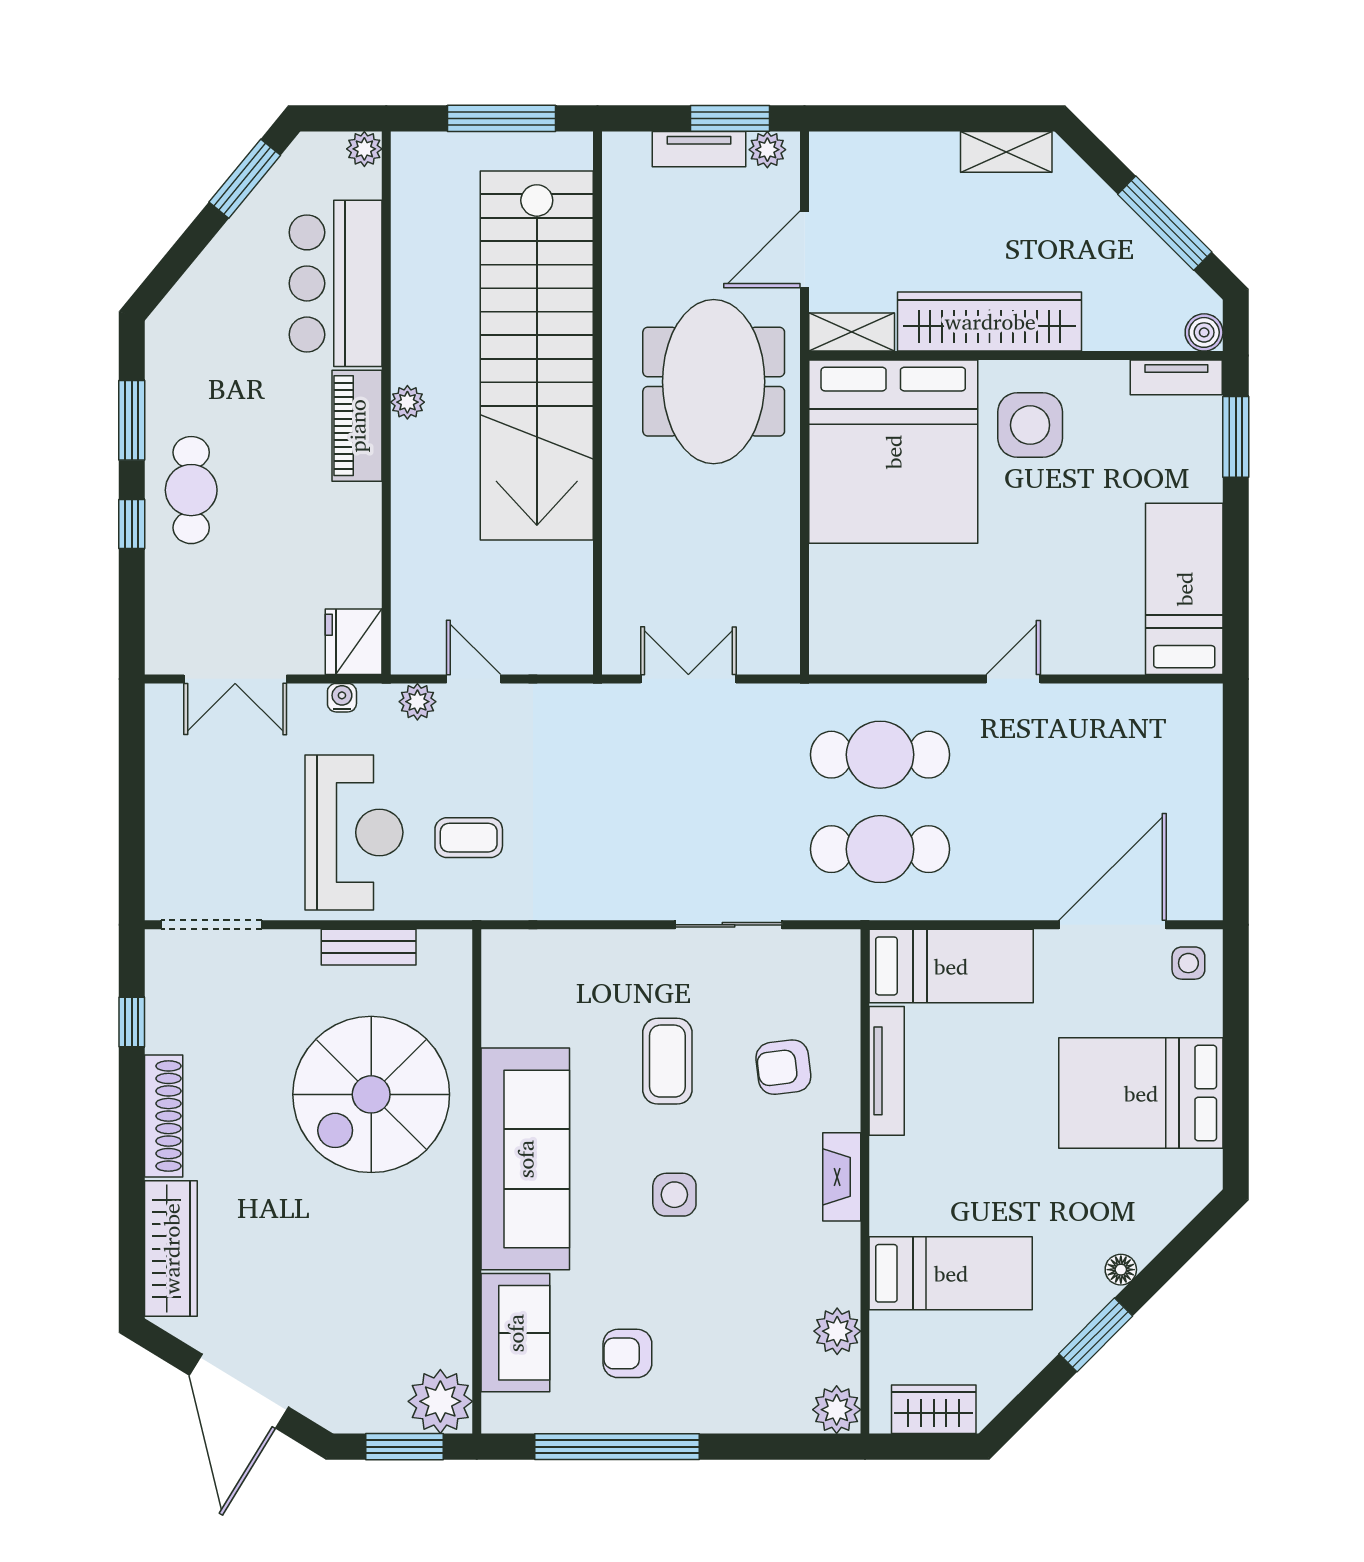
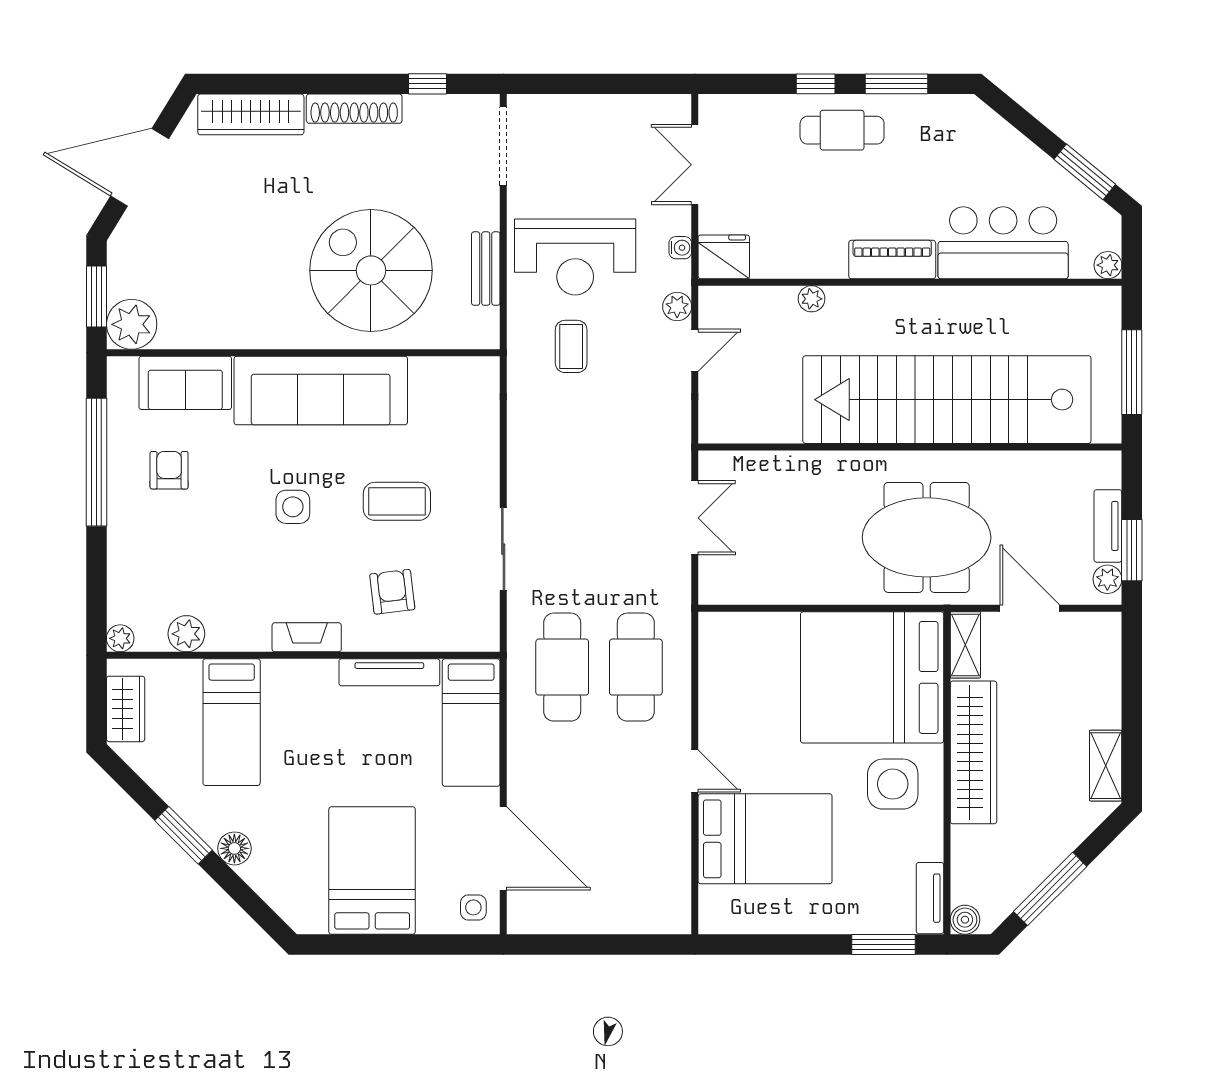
plant: (407, 402) -> (812, 299), moved
bed: (1184, 589) -> (765, 839), moved, width x1.50
floor lamp: (1121, 1270) -> (234, 848), width x1.37, depth x1.37
plant: (837, 1410) -> (120, 638), width x0.73, depth x0.73

